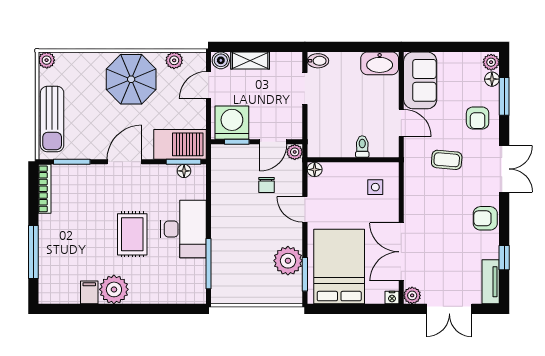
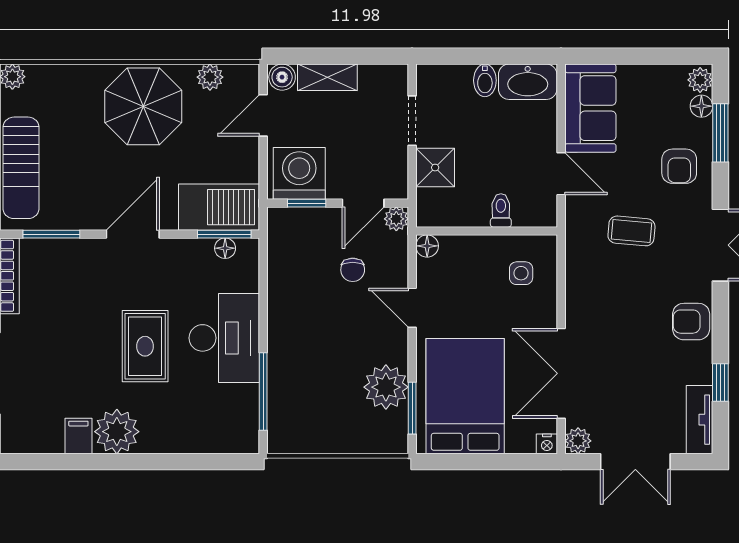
bidet: (318, 61) -> (485, 80), moved, turned 90
shower: (320, 119) -> (435, 168), added

